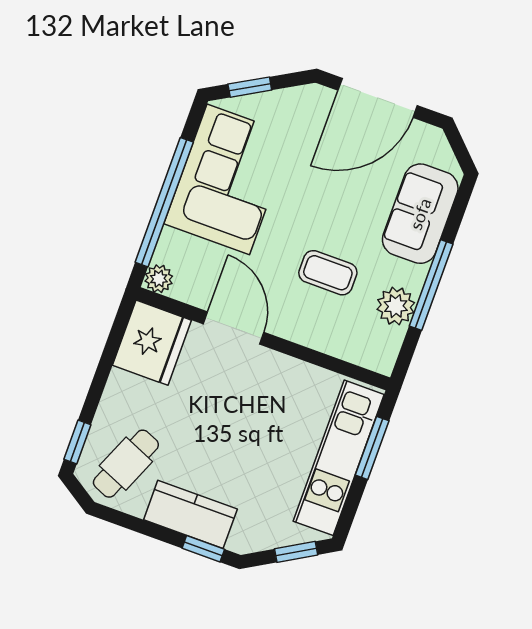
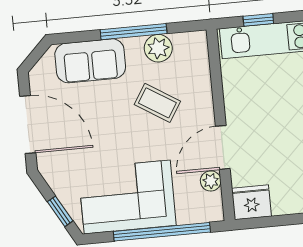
coffee table: (328, 273) -> (157, 103), turned -58
plant: (159, 279) -> (211, 181), moved
fridge: (152, 343) -> (251, 202), width x0.73, depth x0.75
window: (372, 448) -> (258, 20), width x0.67

